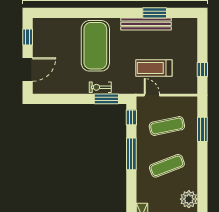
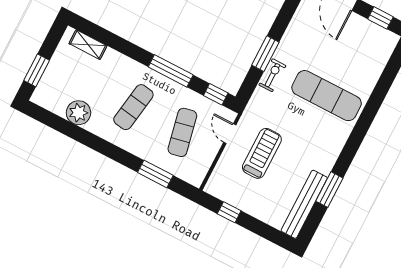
bench: (146, 24) -> (304, 204), moved
exercise mat: (95, 46) -> (327, 96), width x0.68
door: (152, 95) -> (230, 134), swing flipped
window: (106, 99) -> (265, 54), moved
exercise mat: (167, 166) -> (133, 107), turned 30

